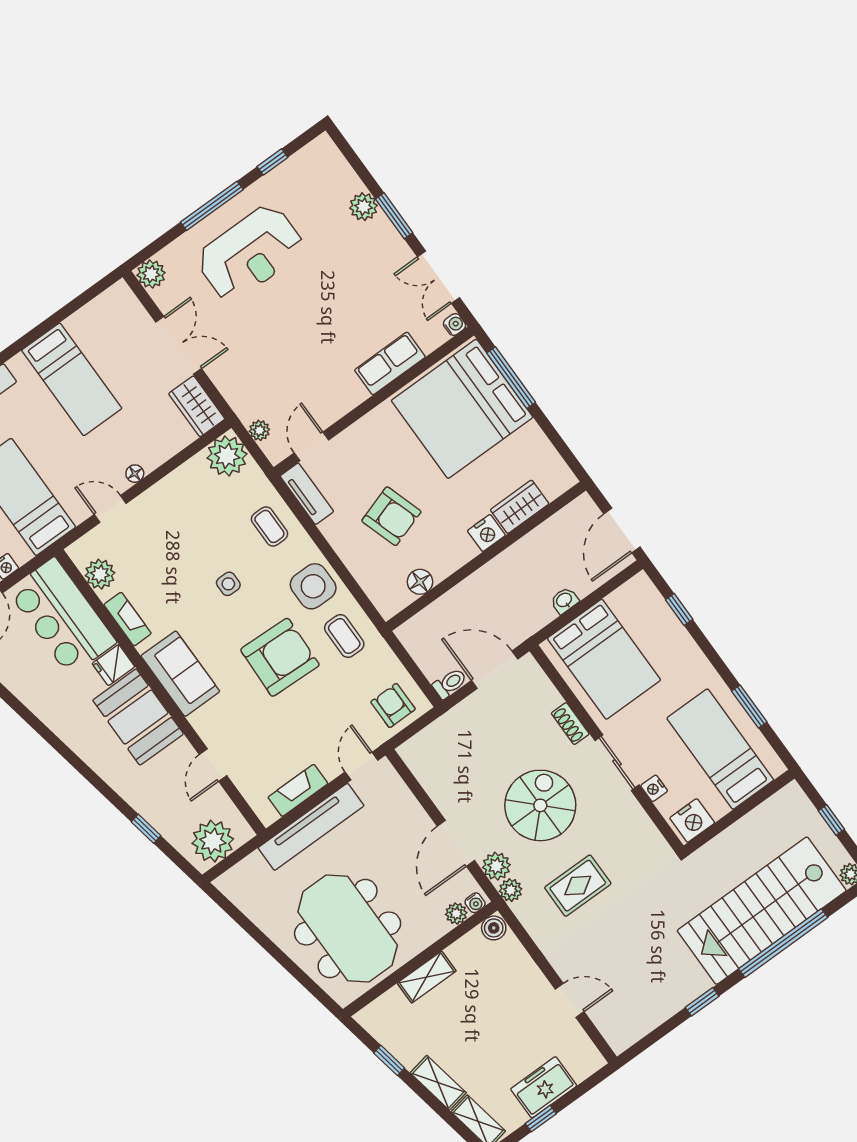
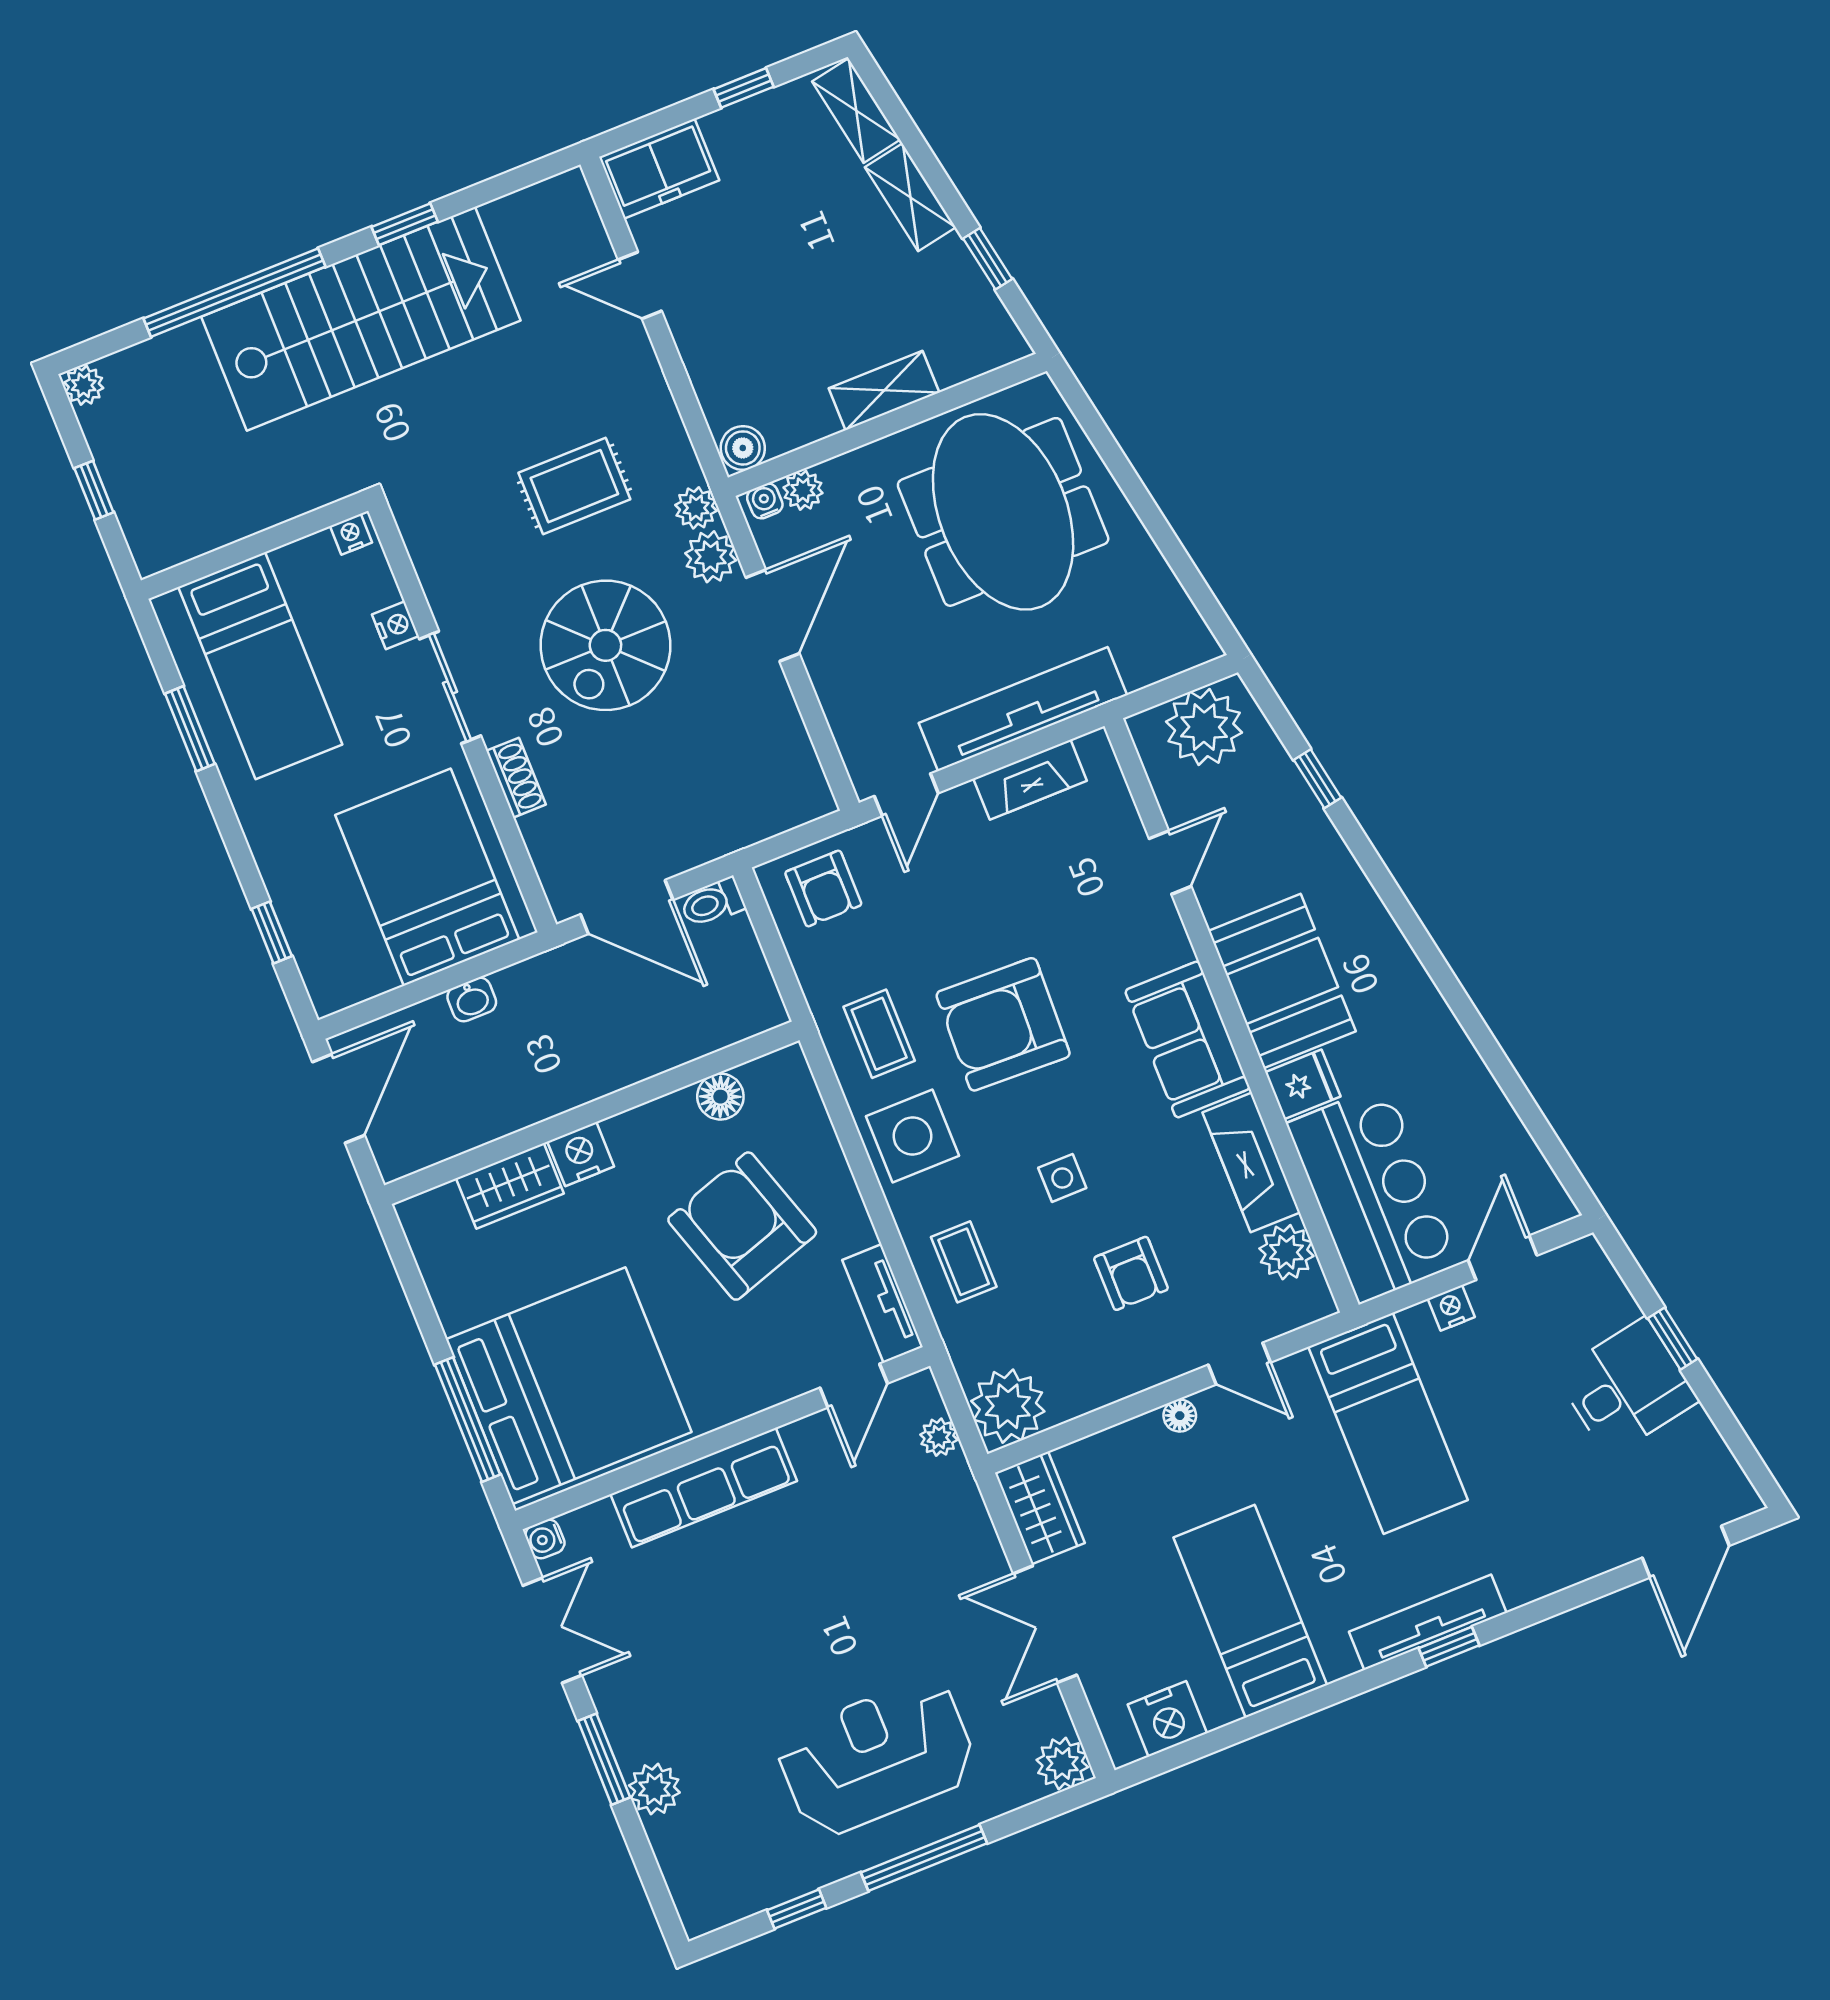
nightstand: (101, 311) -> (1167, 1719), added
row of seats: (390, 364) -> (704, 1488), width x1.48
armchair: (391, 516) -> (742, 1226), width x1.36, depth x1.36
armchair: (179, 542) -> (1131, 1273), added
fireplace: (128, 619) -> (1251, 1162), width x1.37, depth x1.32
nightstand: (692, 820) -> (351, 534), width x0.53, depth x0.56
stairs: (762, 911) -> (361, 319), moved
freezer: (544, 1087) -> (659, 169), moved

